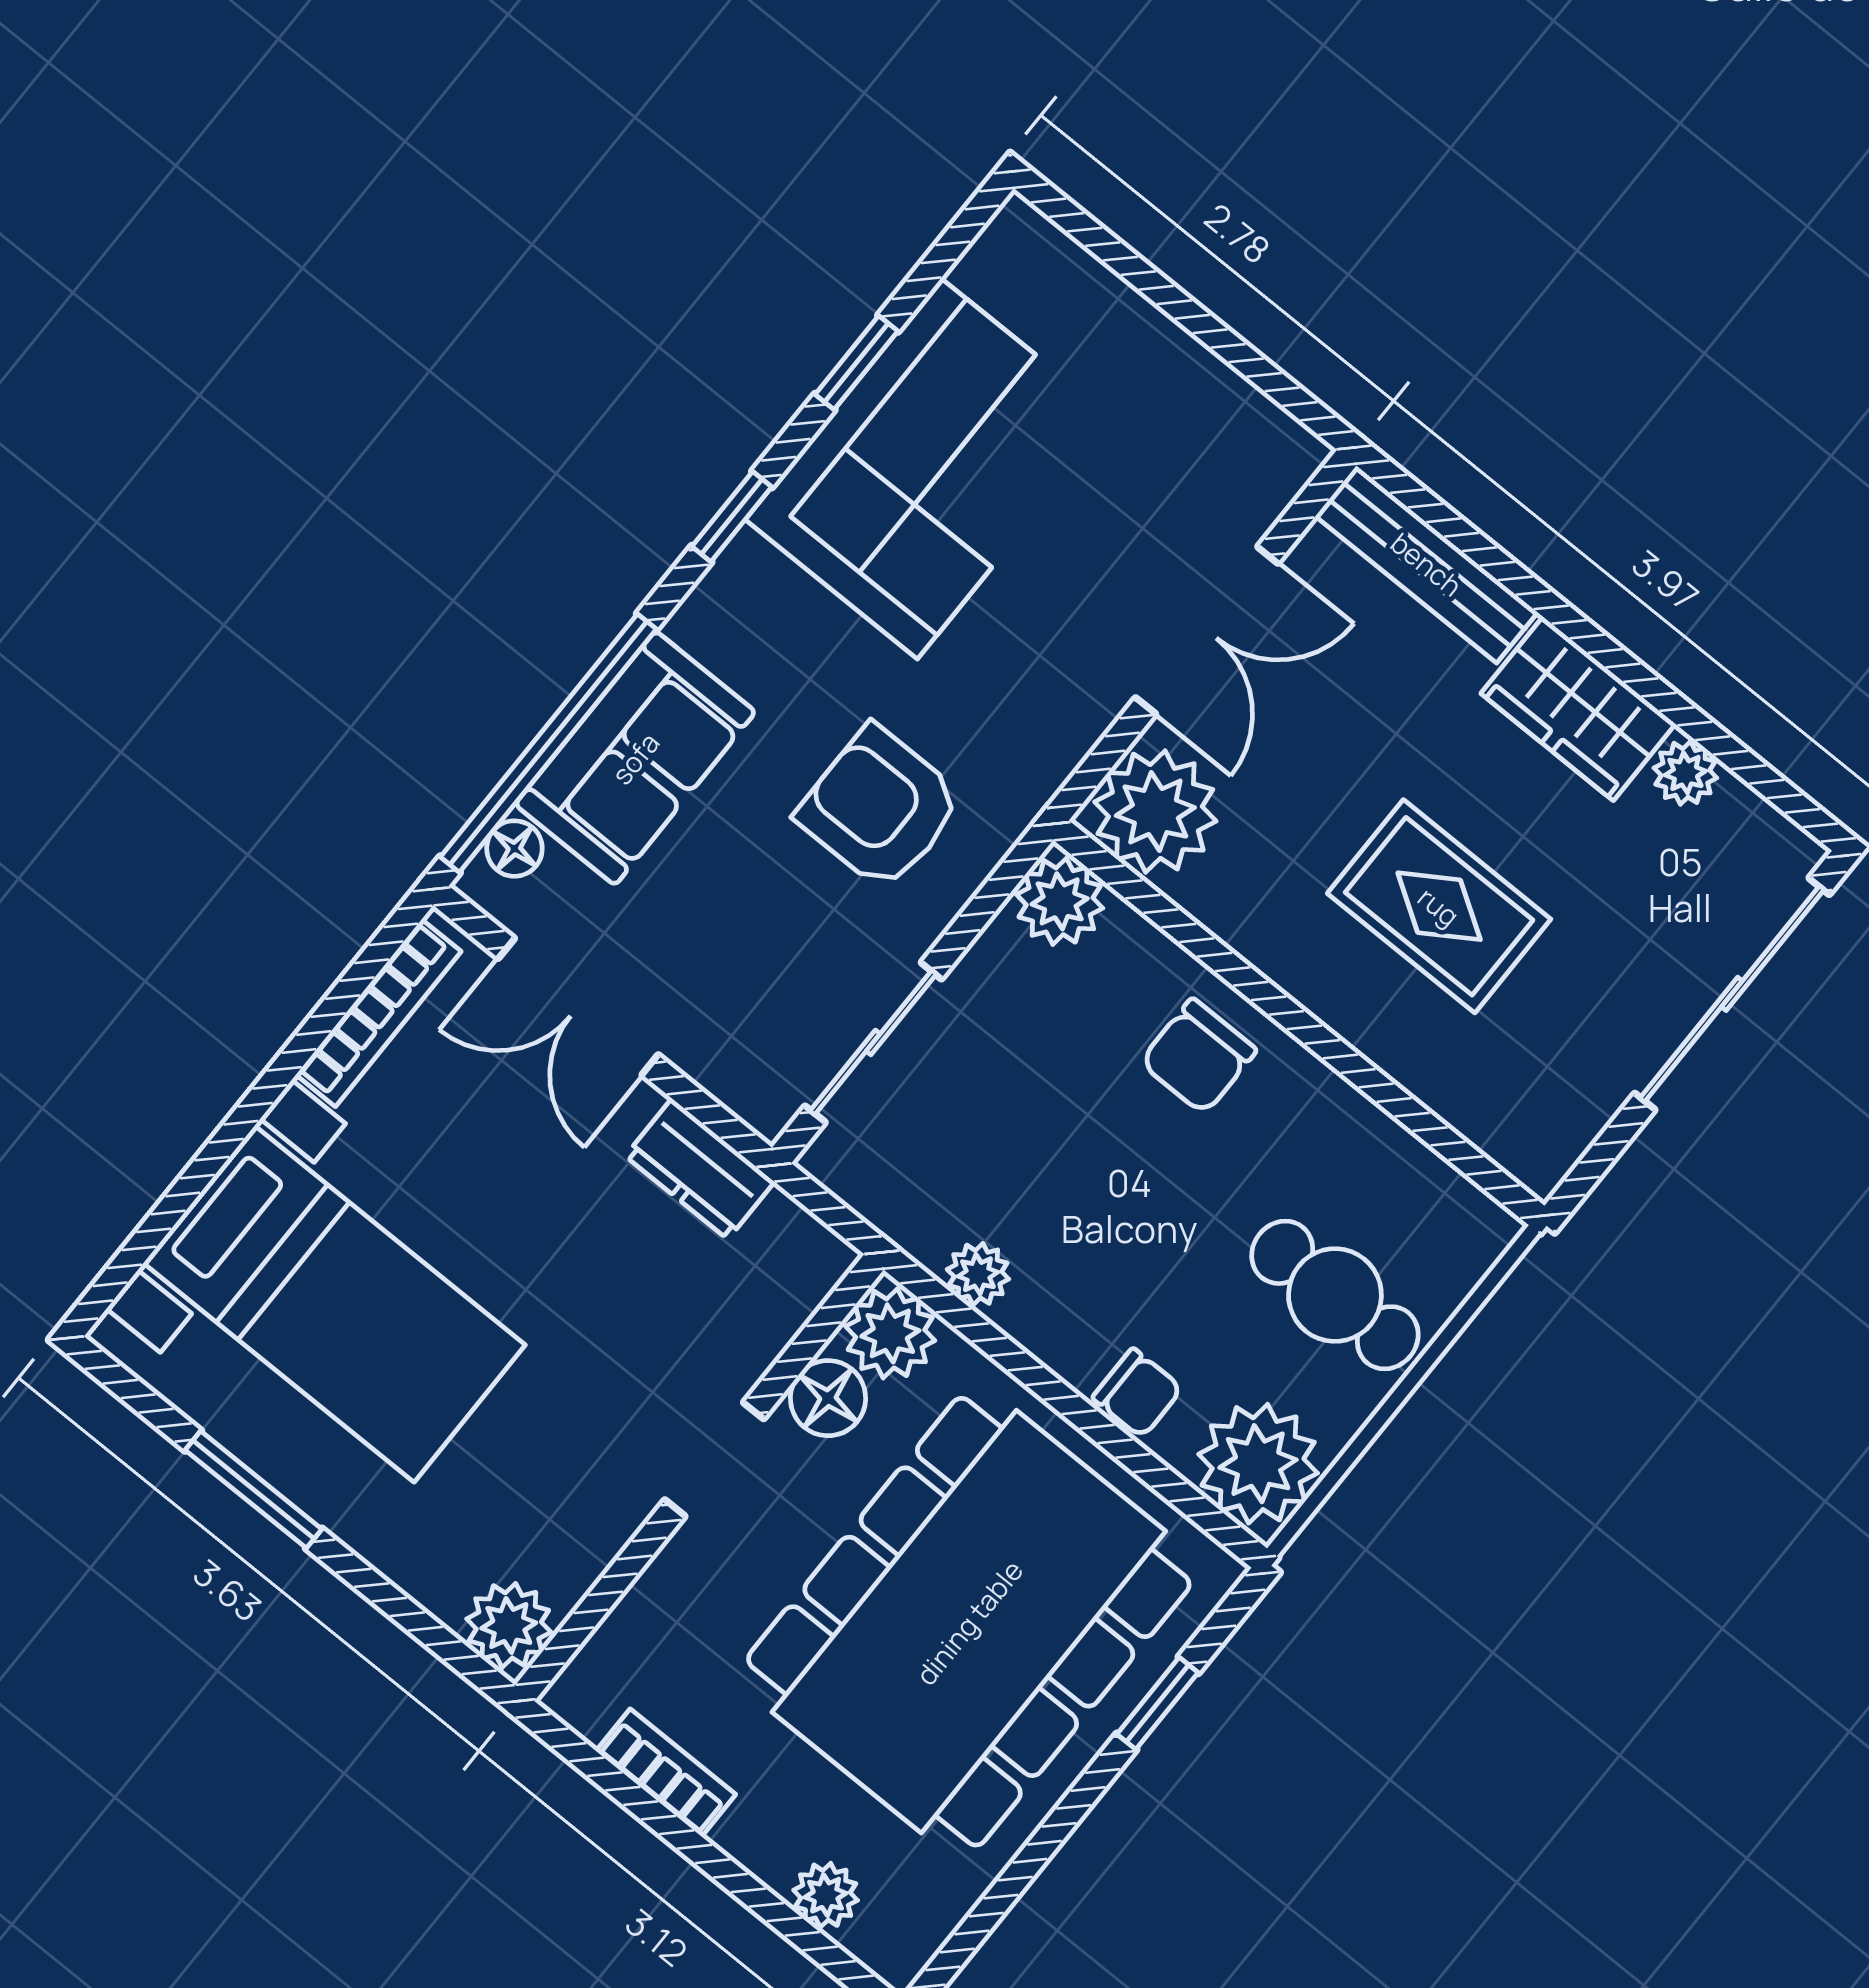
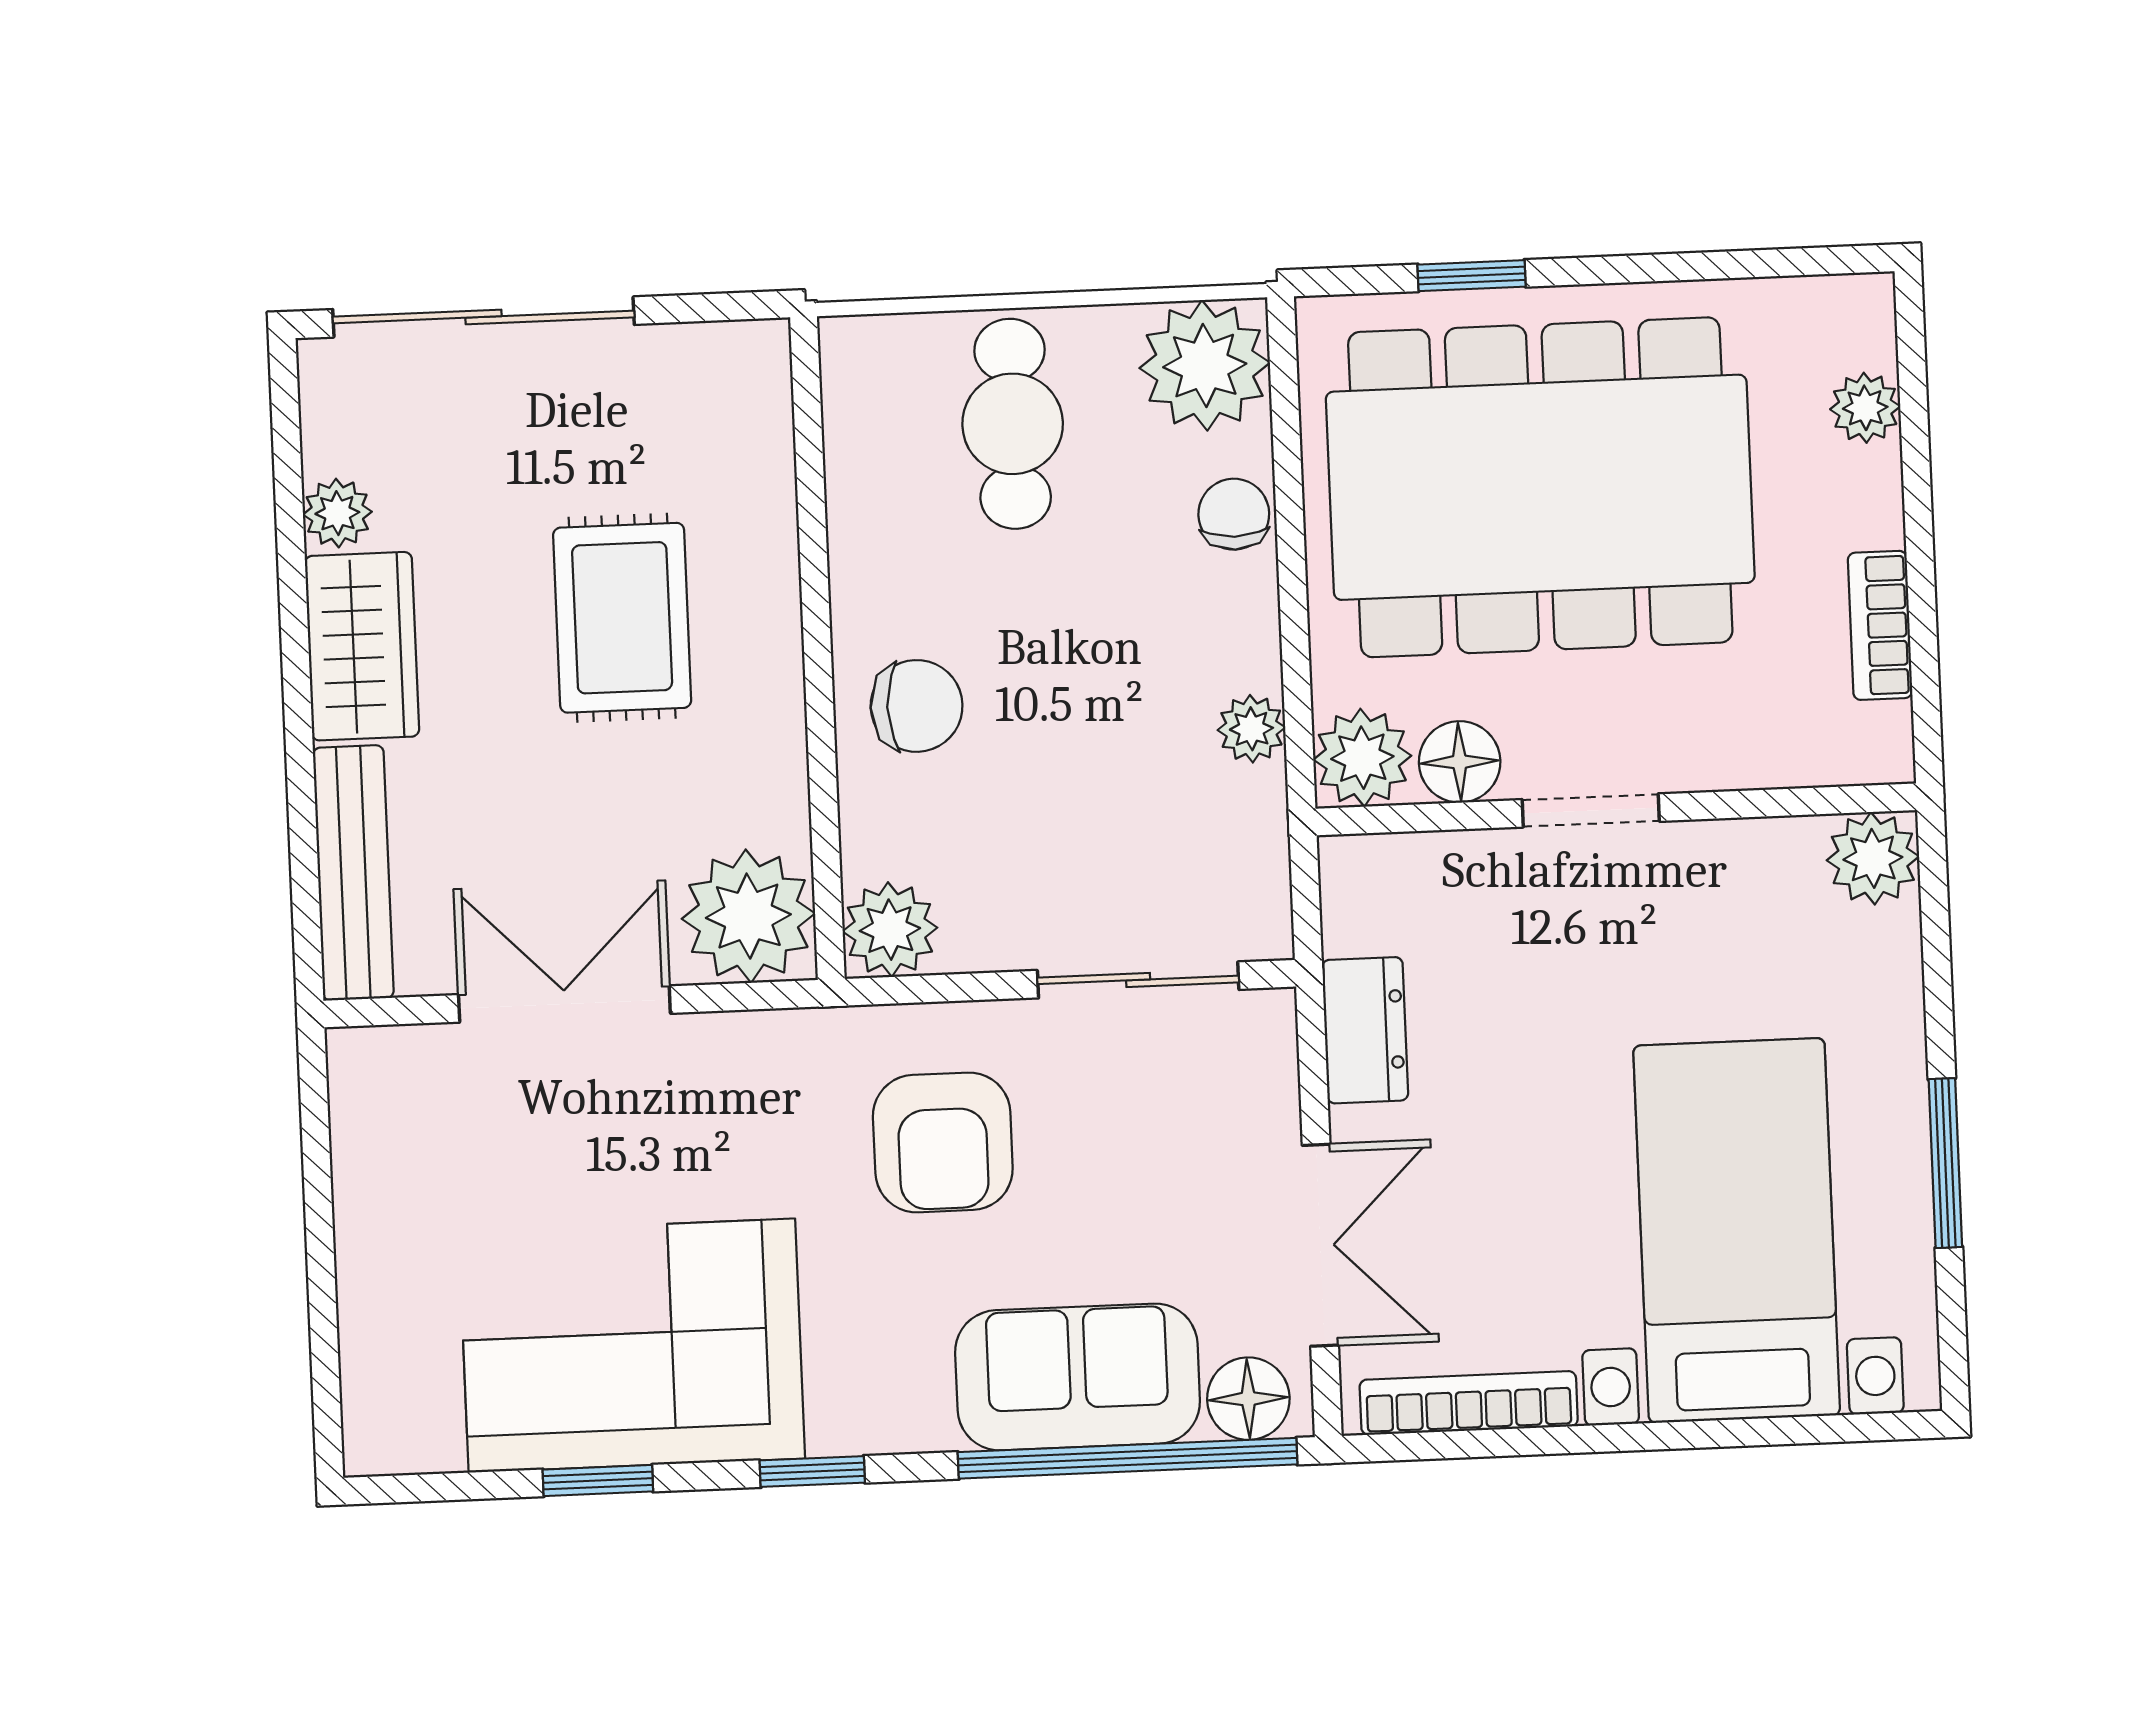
floor lamp: (514, 849) -> (1248, 1399), width x1.37, depth x1.37

